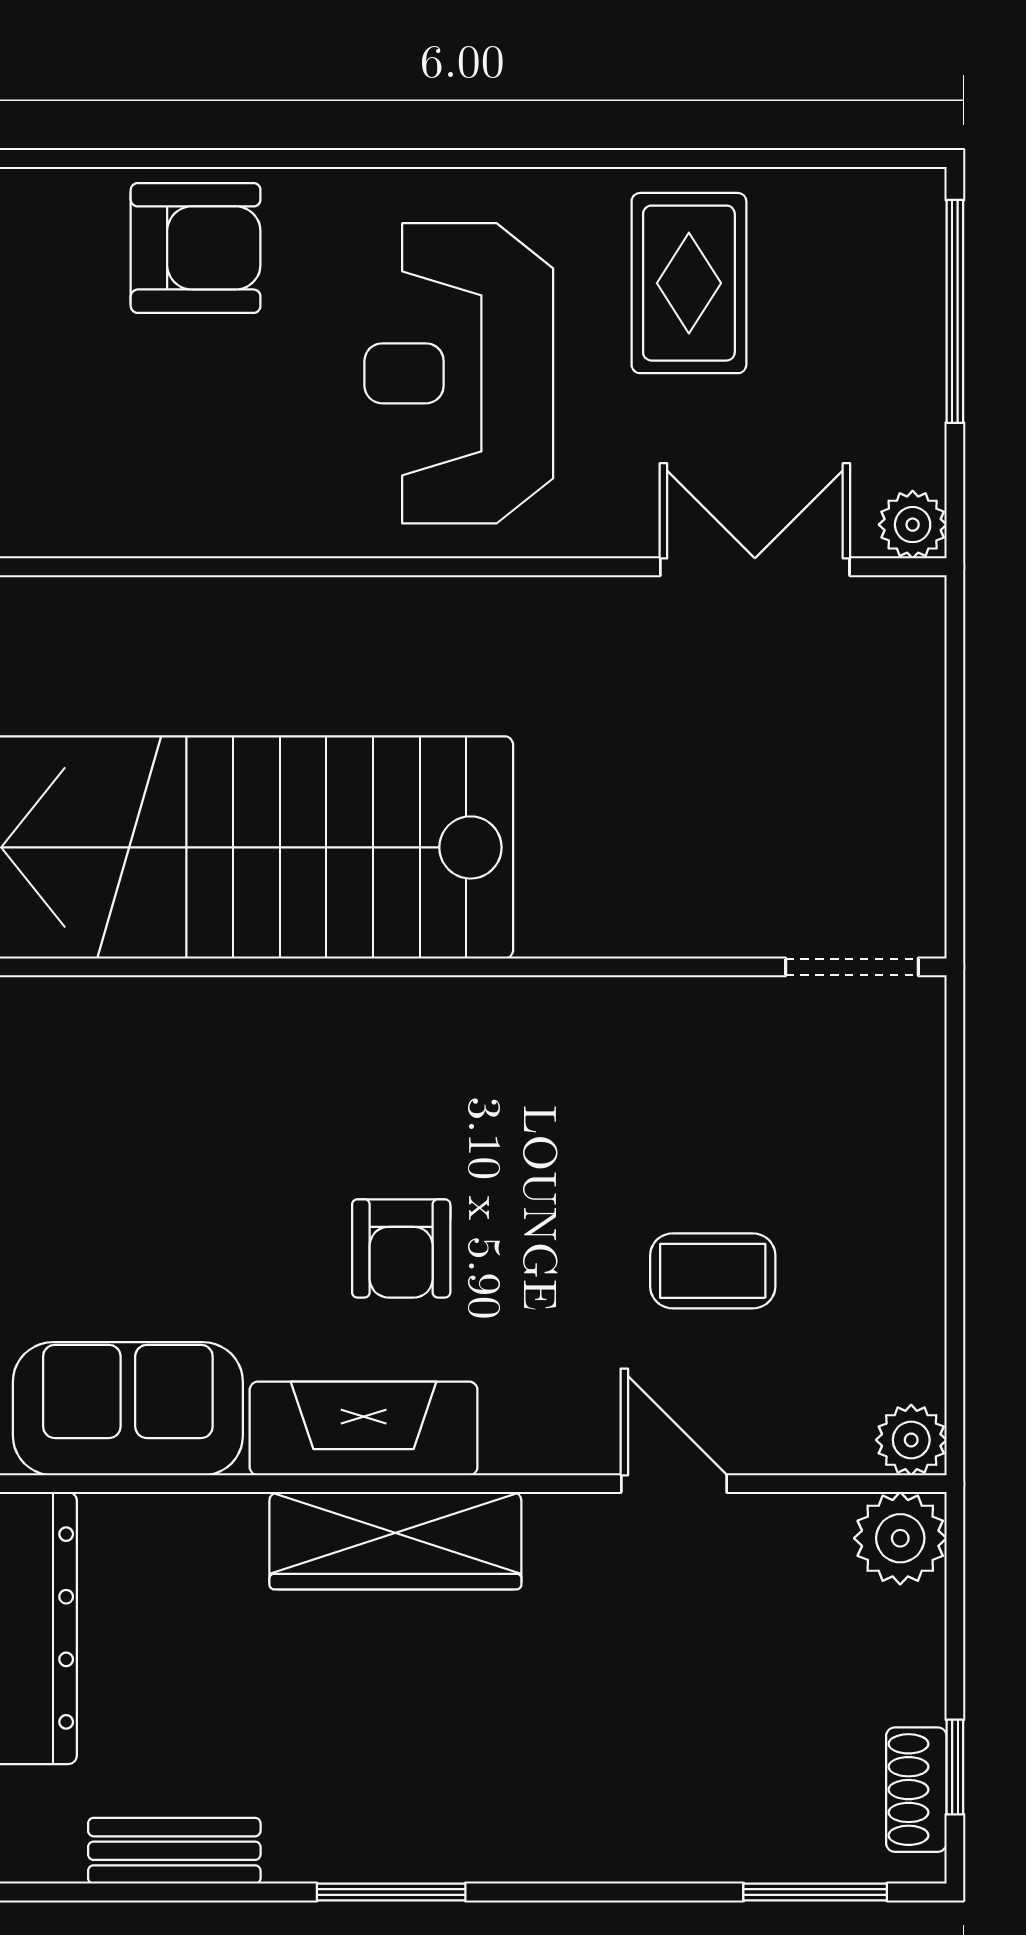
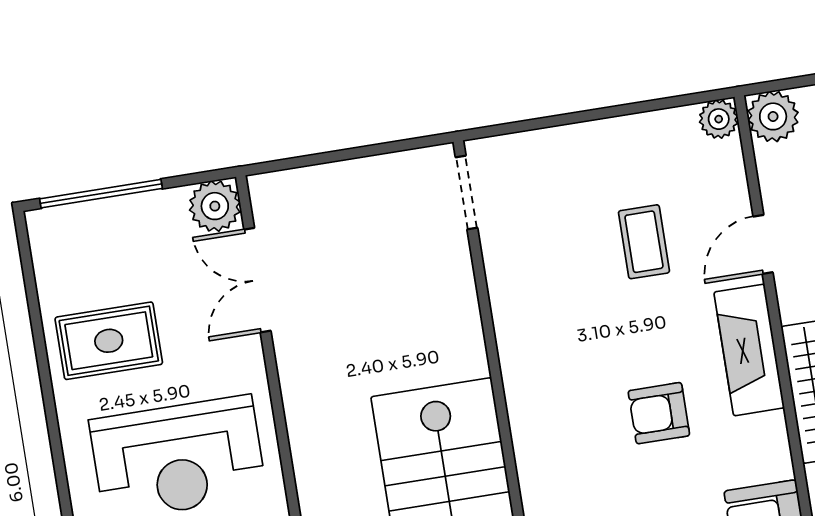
plant: (913, 525) -> (215, 206), width x1.38, depth x1.38
armchair: (401, 1248) -> (659, 413), turned 180
fireplace: (364, 1428) -> (749, 350), moved

